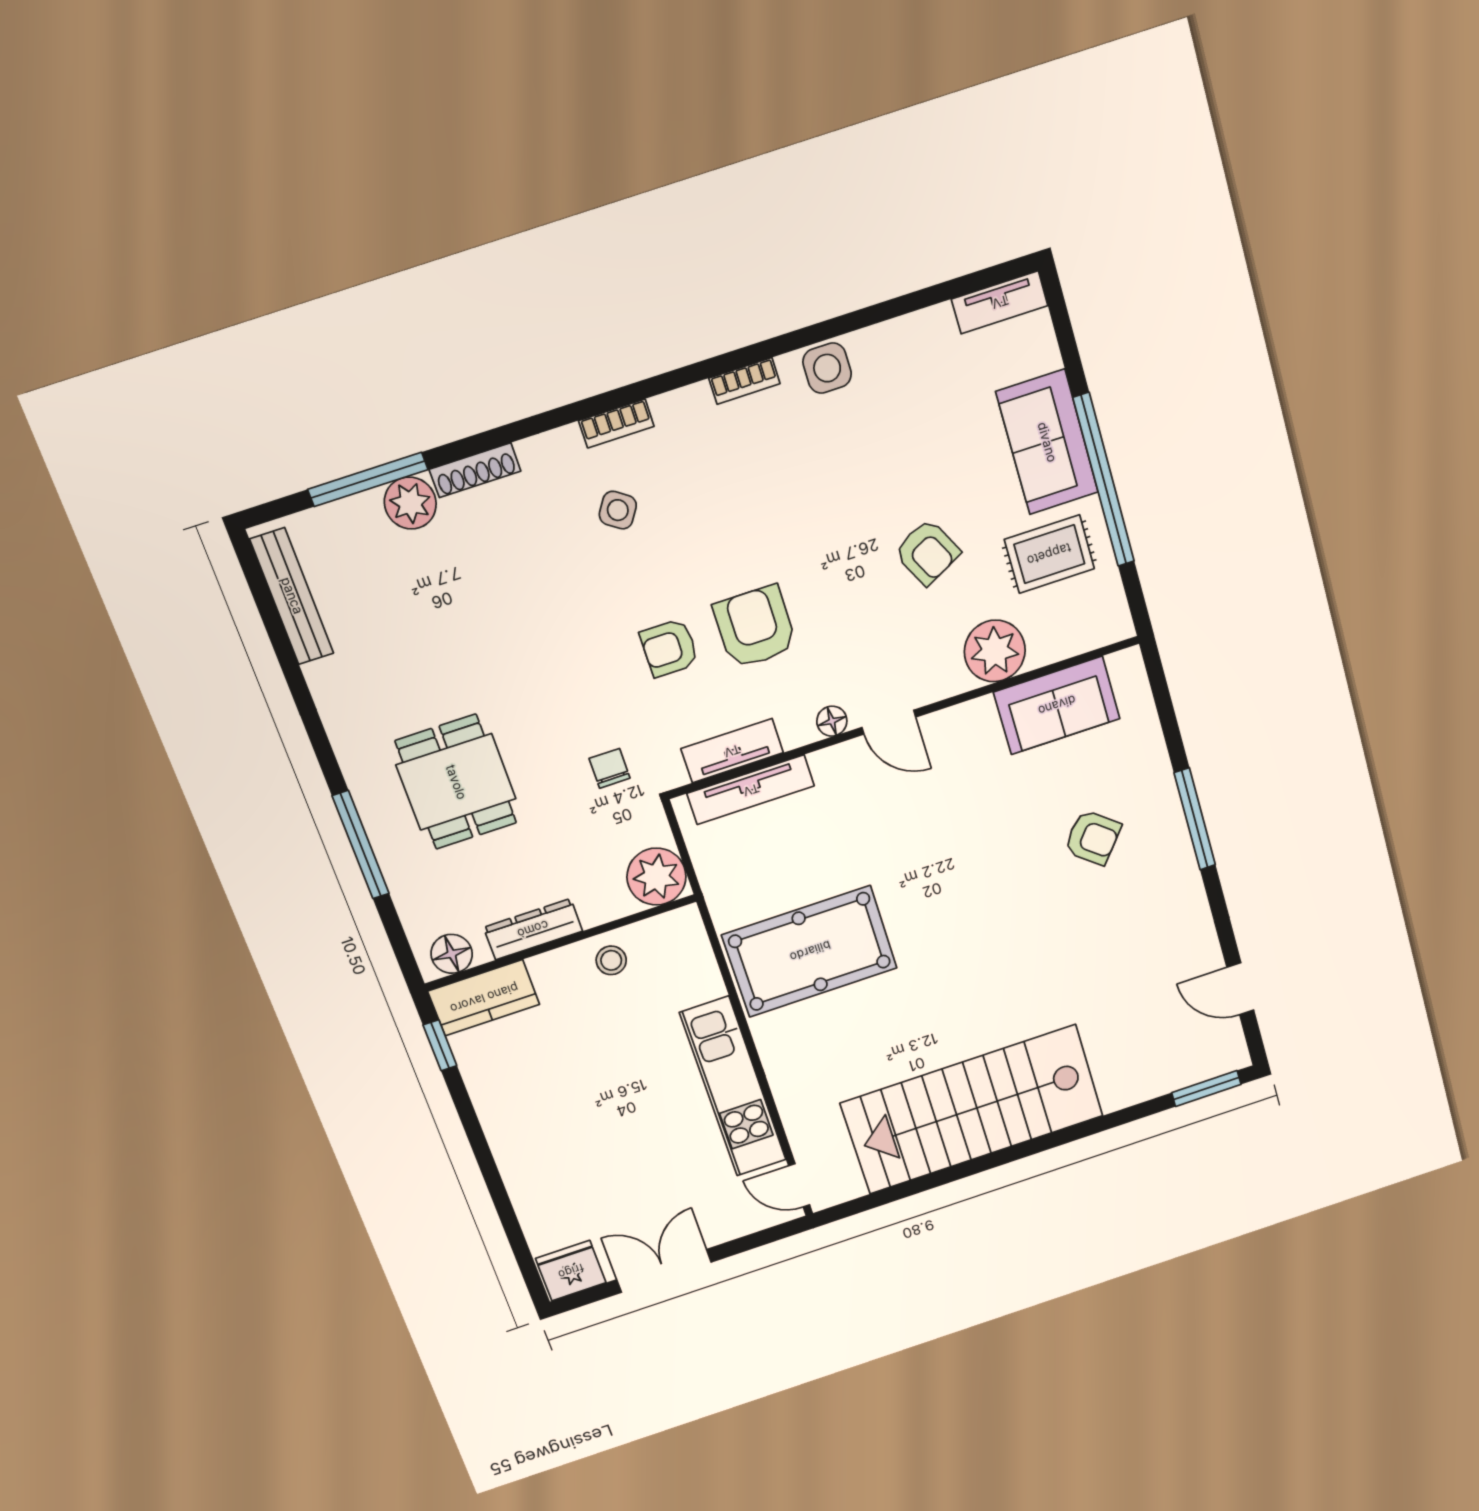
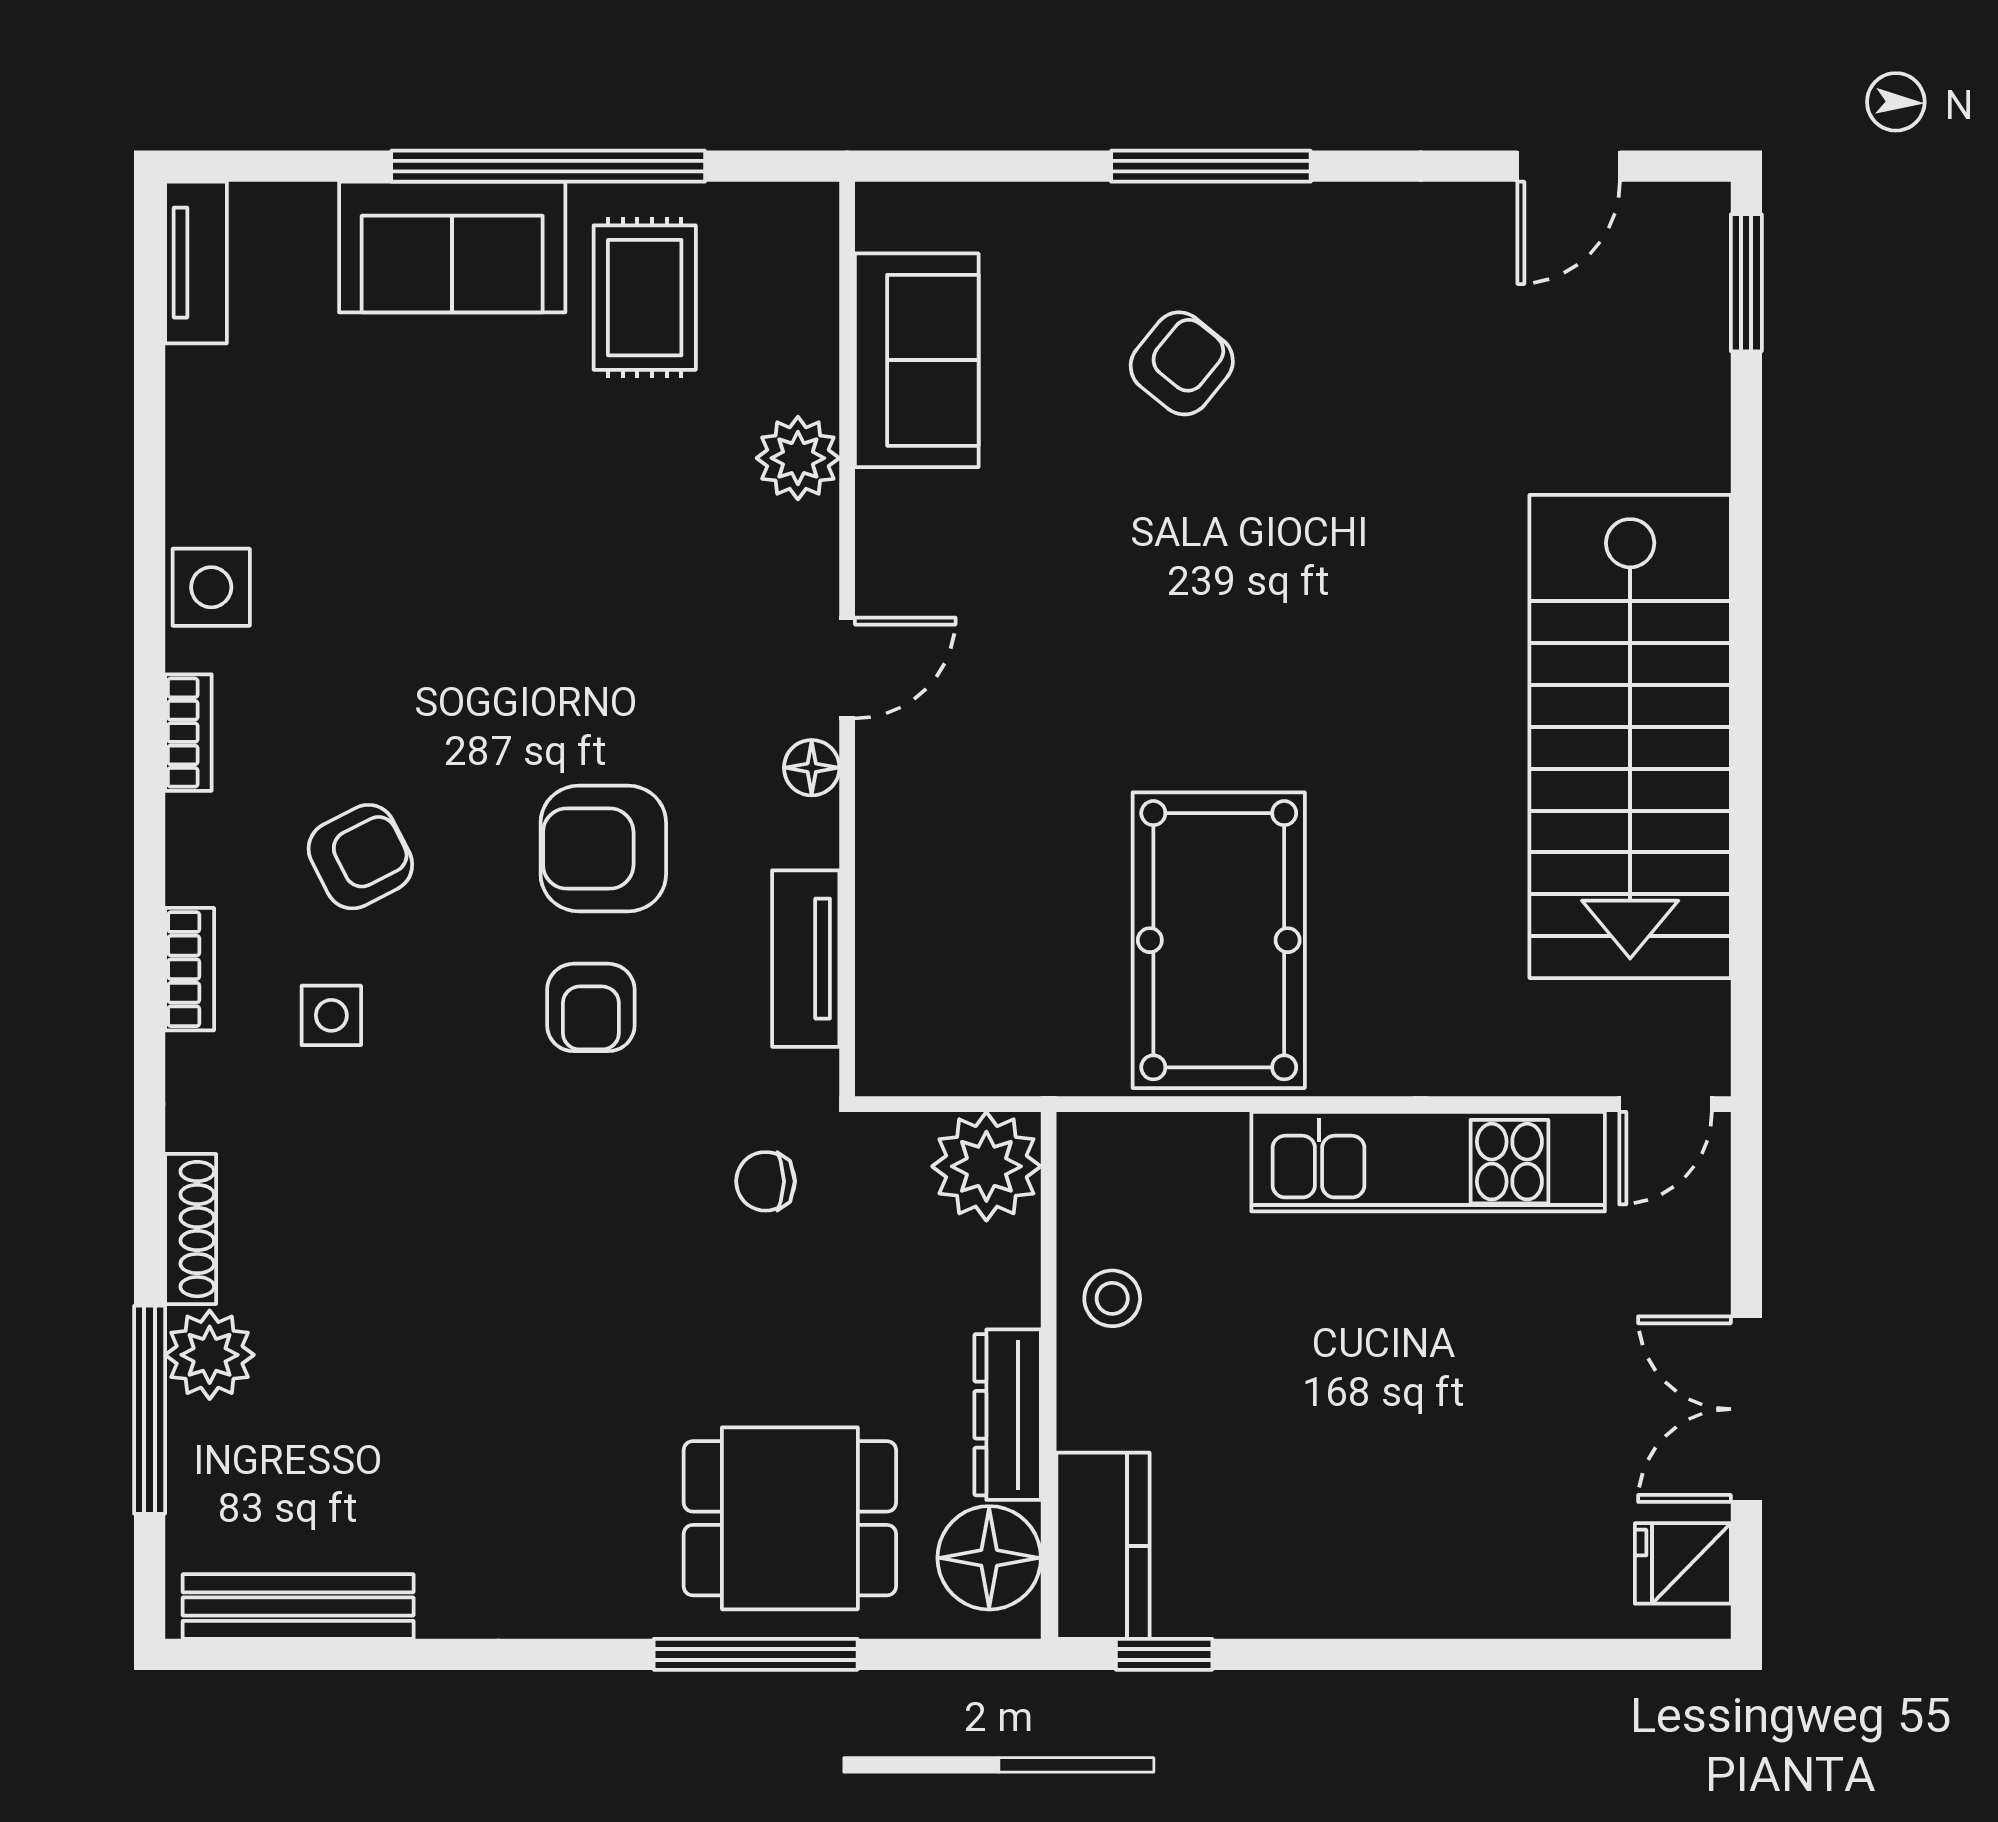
side table: (618, 510) -> (331, 1015), turned -34
armchair: (927, 552) -> (360, 857), moved
plant: (995, 651) -> (798, 458), width x0.73, depth x0.73
dining table: (456, 782) -> (790, 1518), moved
tv unit: (751, 790) -> (886, 949), removed
floor lamp: (452, 954) -> (989, 1558), width x1.38, depth x1.38
fridge: (571, 1271) -> (1683, 1563), width x0.72

